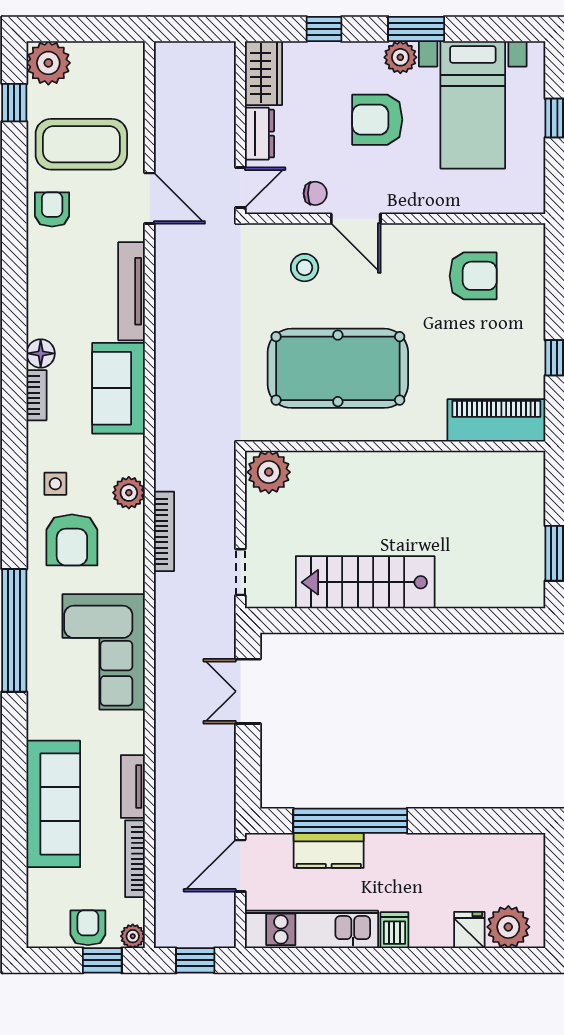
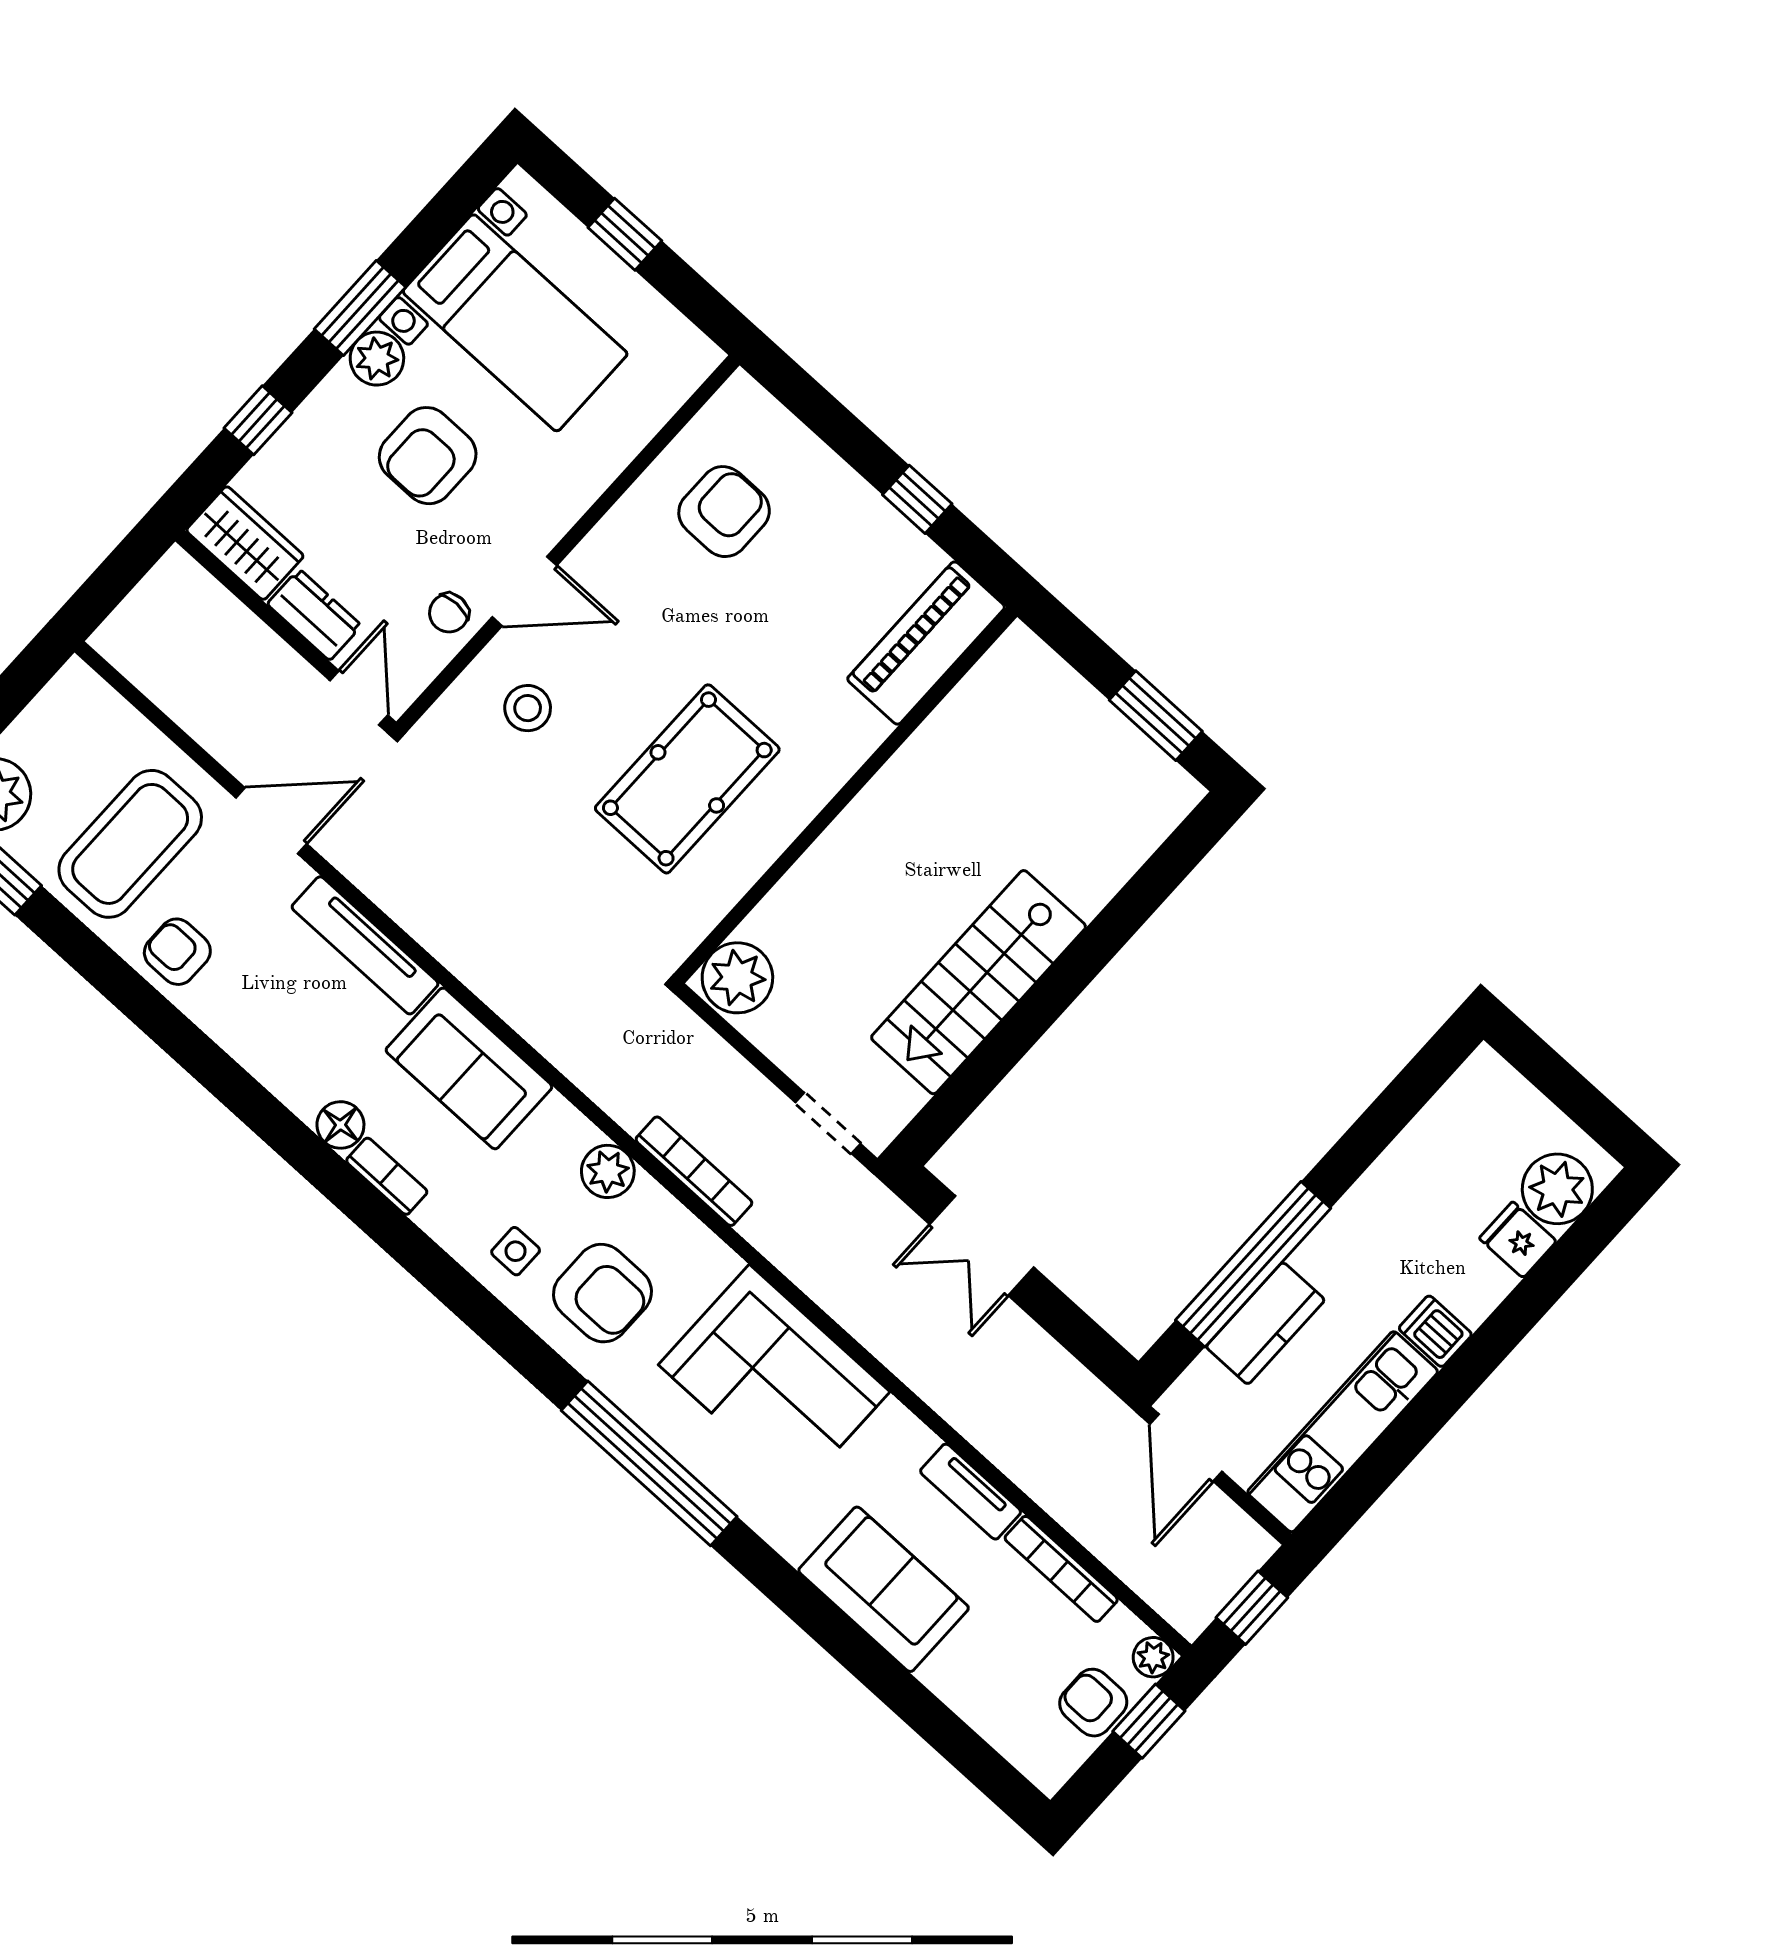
chair: (315, 193) -> (449, 613), turned 180
pool table: (338, 368) -> (687, 779), width x0.73, depth x0.76
sofa: (53, 804) -> (884, 1589), width x0.73

